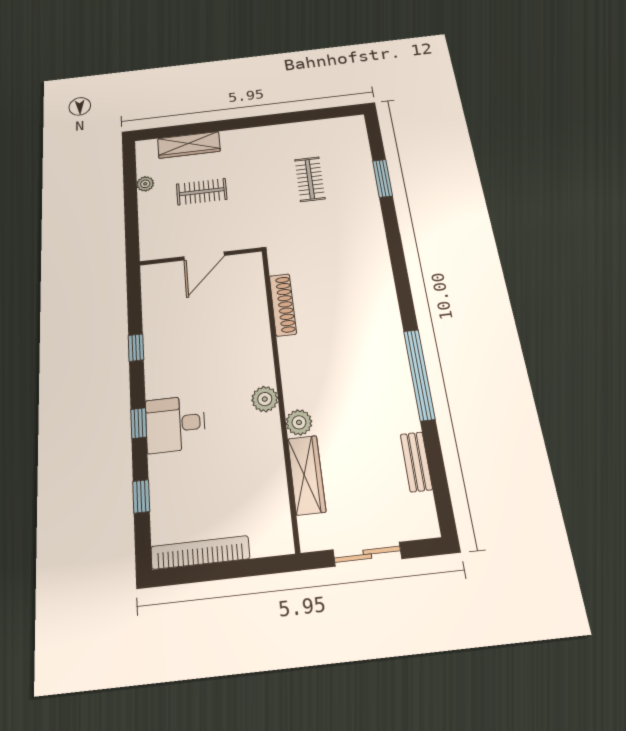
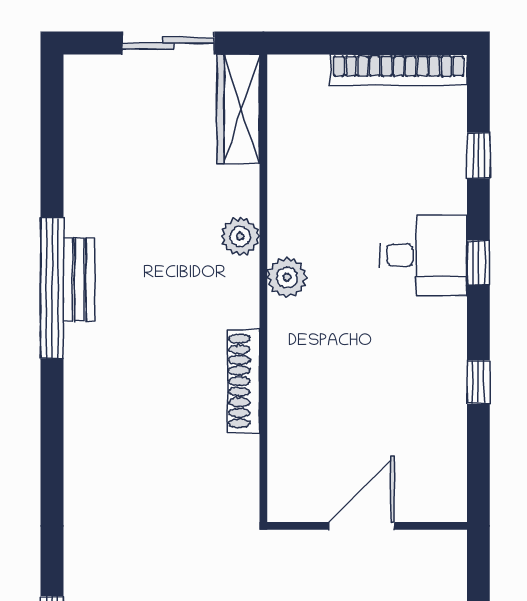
shoe rack: (283, 305) -> (244, 381), moved
bench: (416, 462) -> (79, 279), moved
wardrobe: (307, 475) -> (238, 109), moved

